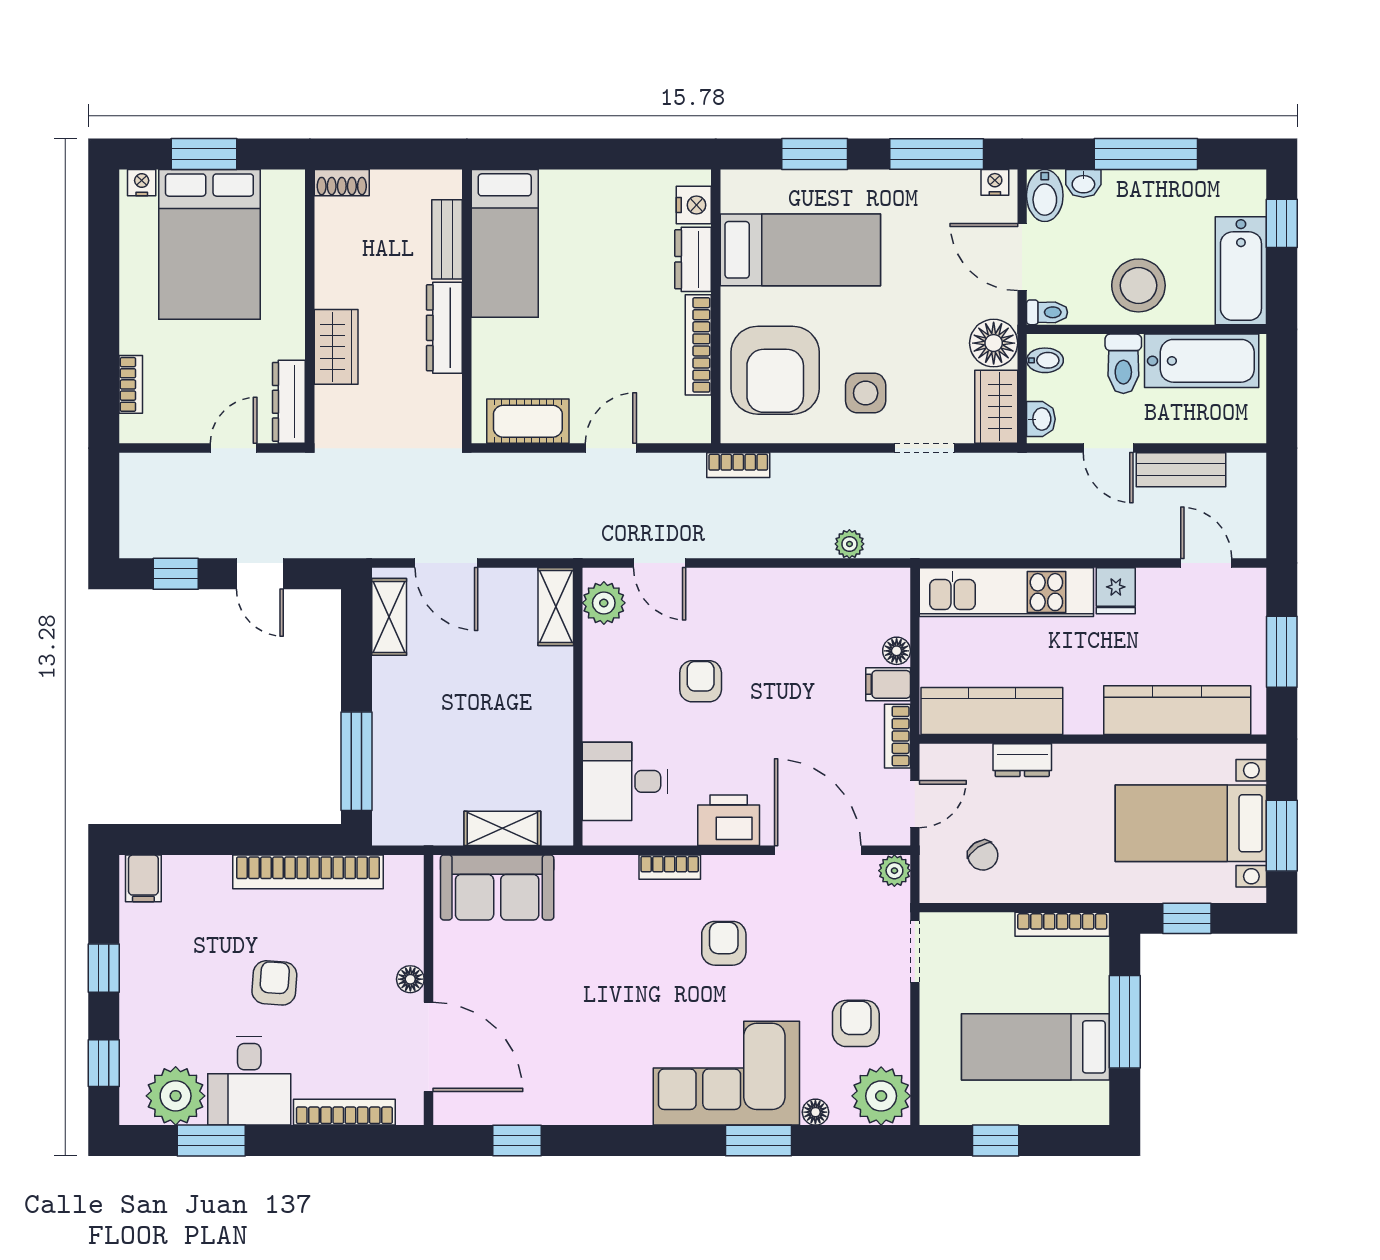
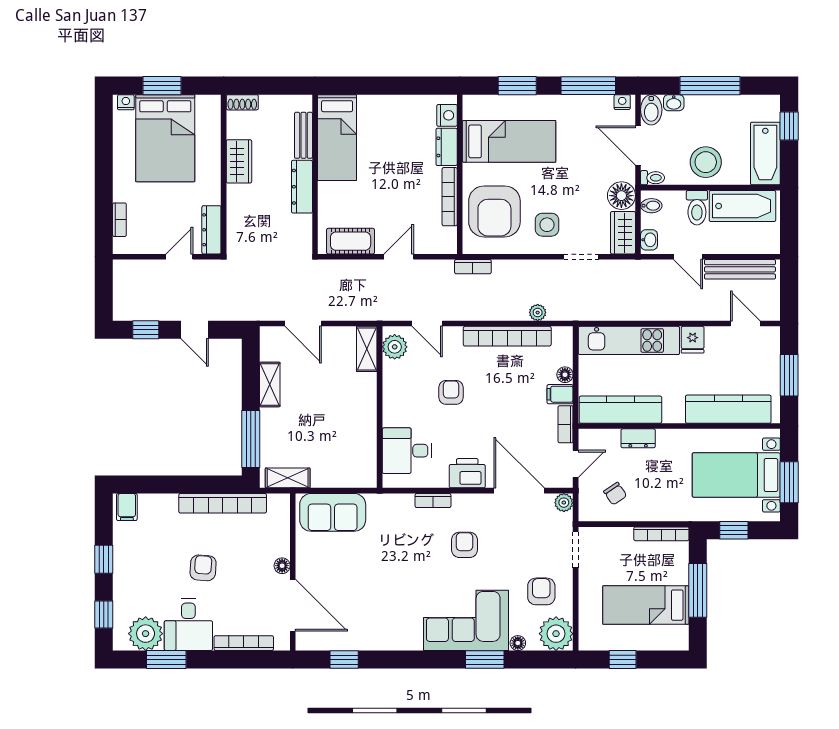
wardrobe: (336, 347) -> (239, 161), moved
bench: (1181, 470) -> (740, 269), width x1.36
bookcase: (797, 585) -> (507, 336), added
shelving: (389, 617) -> (270, 384), moved
shelving: (502, 828) -> (288, 478), moved

